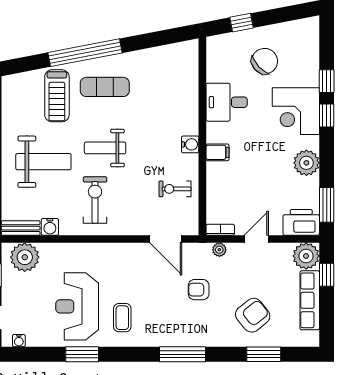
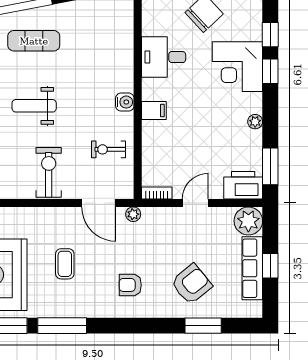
plant: (306, 163) -> (255, 122), width x0.53, depth x0.53
exercise bike: (95, 200) -> (49, 172), moved
plant: (219, 250) -> (133, 214), moved
window: (327, 275) -> (270, 266), moved
armchair: (199, 290) -> (130, 285), moved
coffee table: (122, 318) -> (65, 264), moved
window: (182, 354) -> (62, 326), moved

